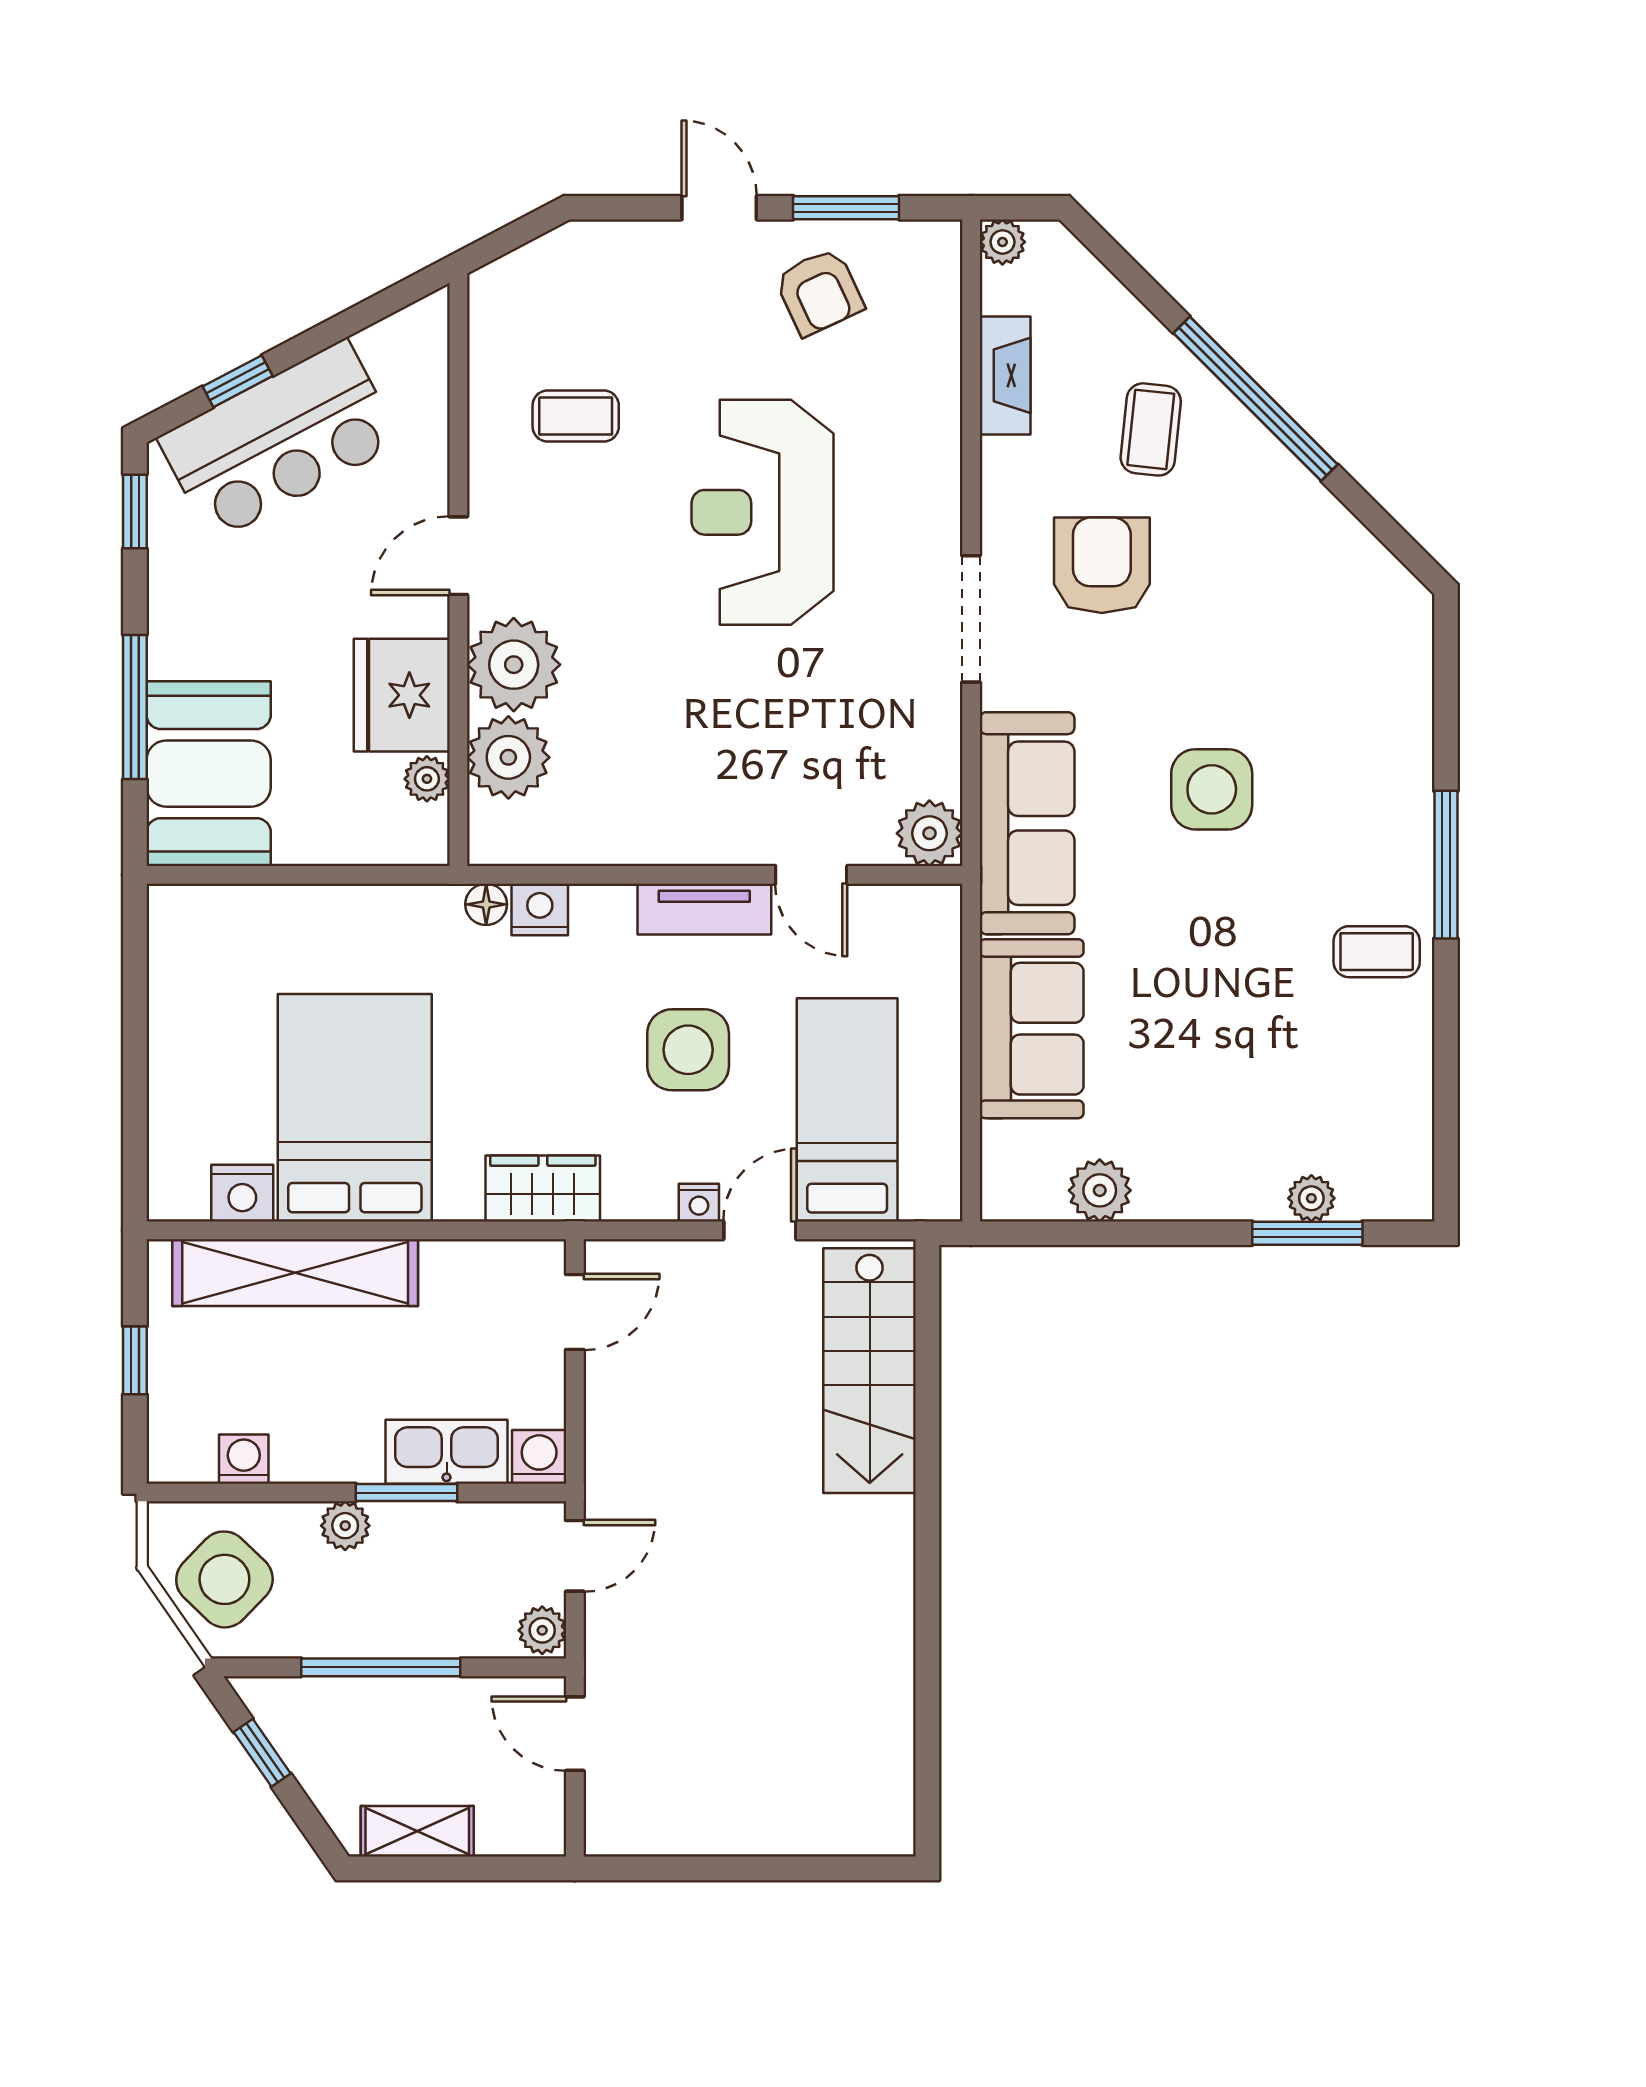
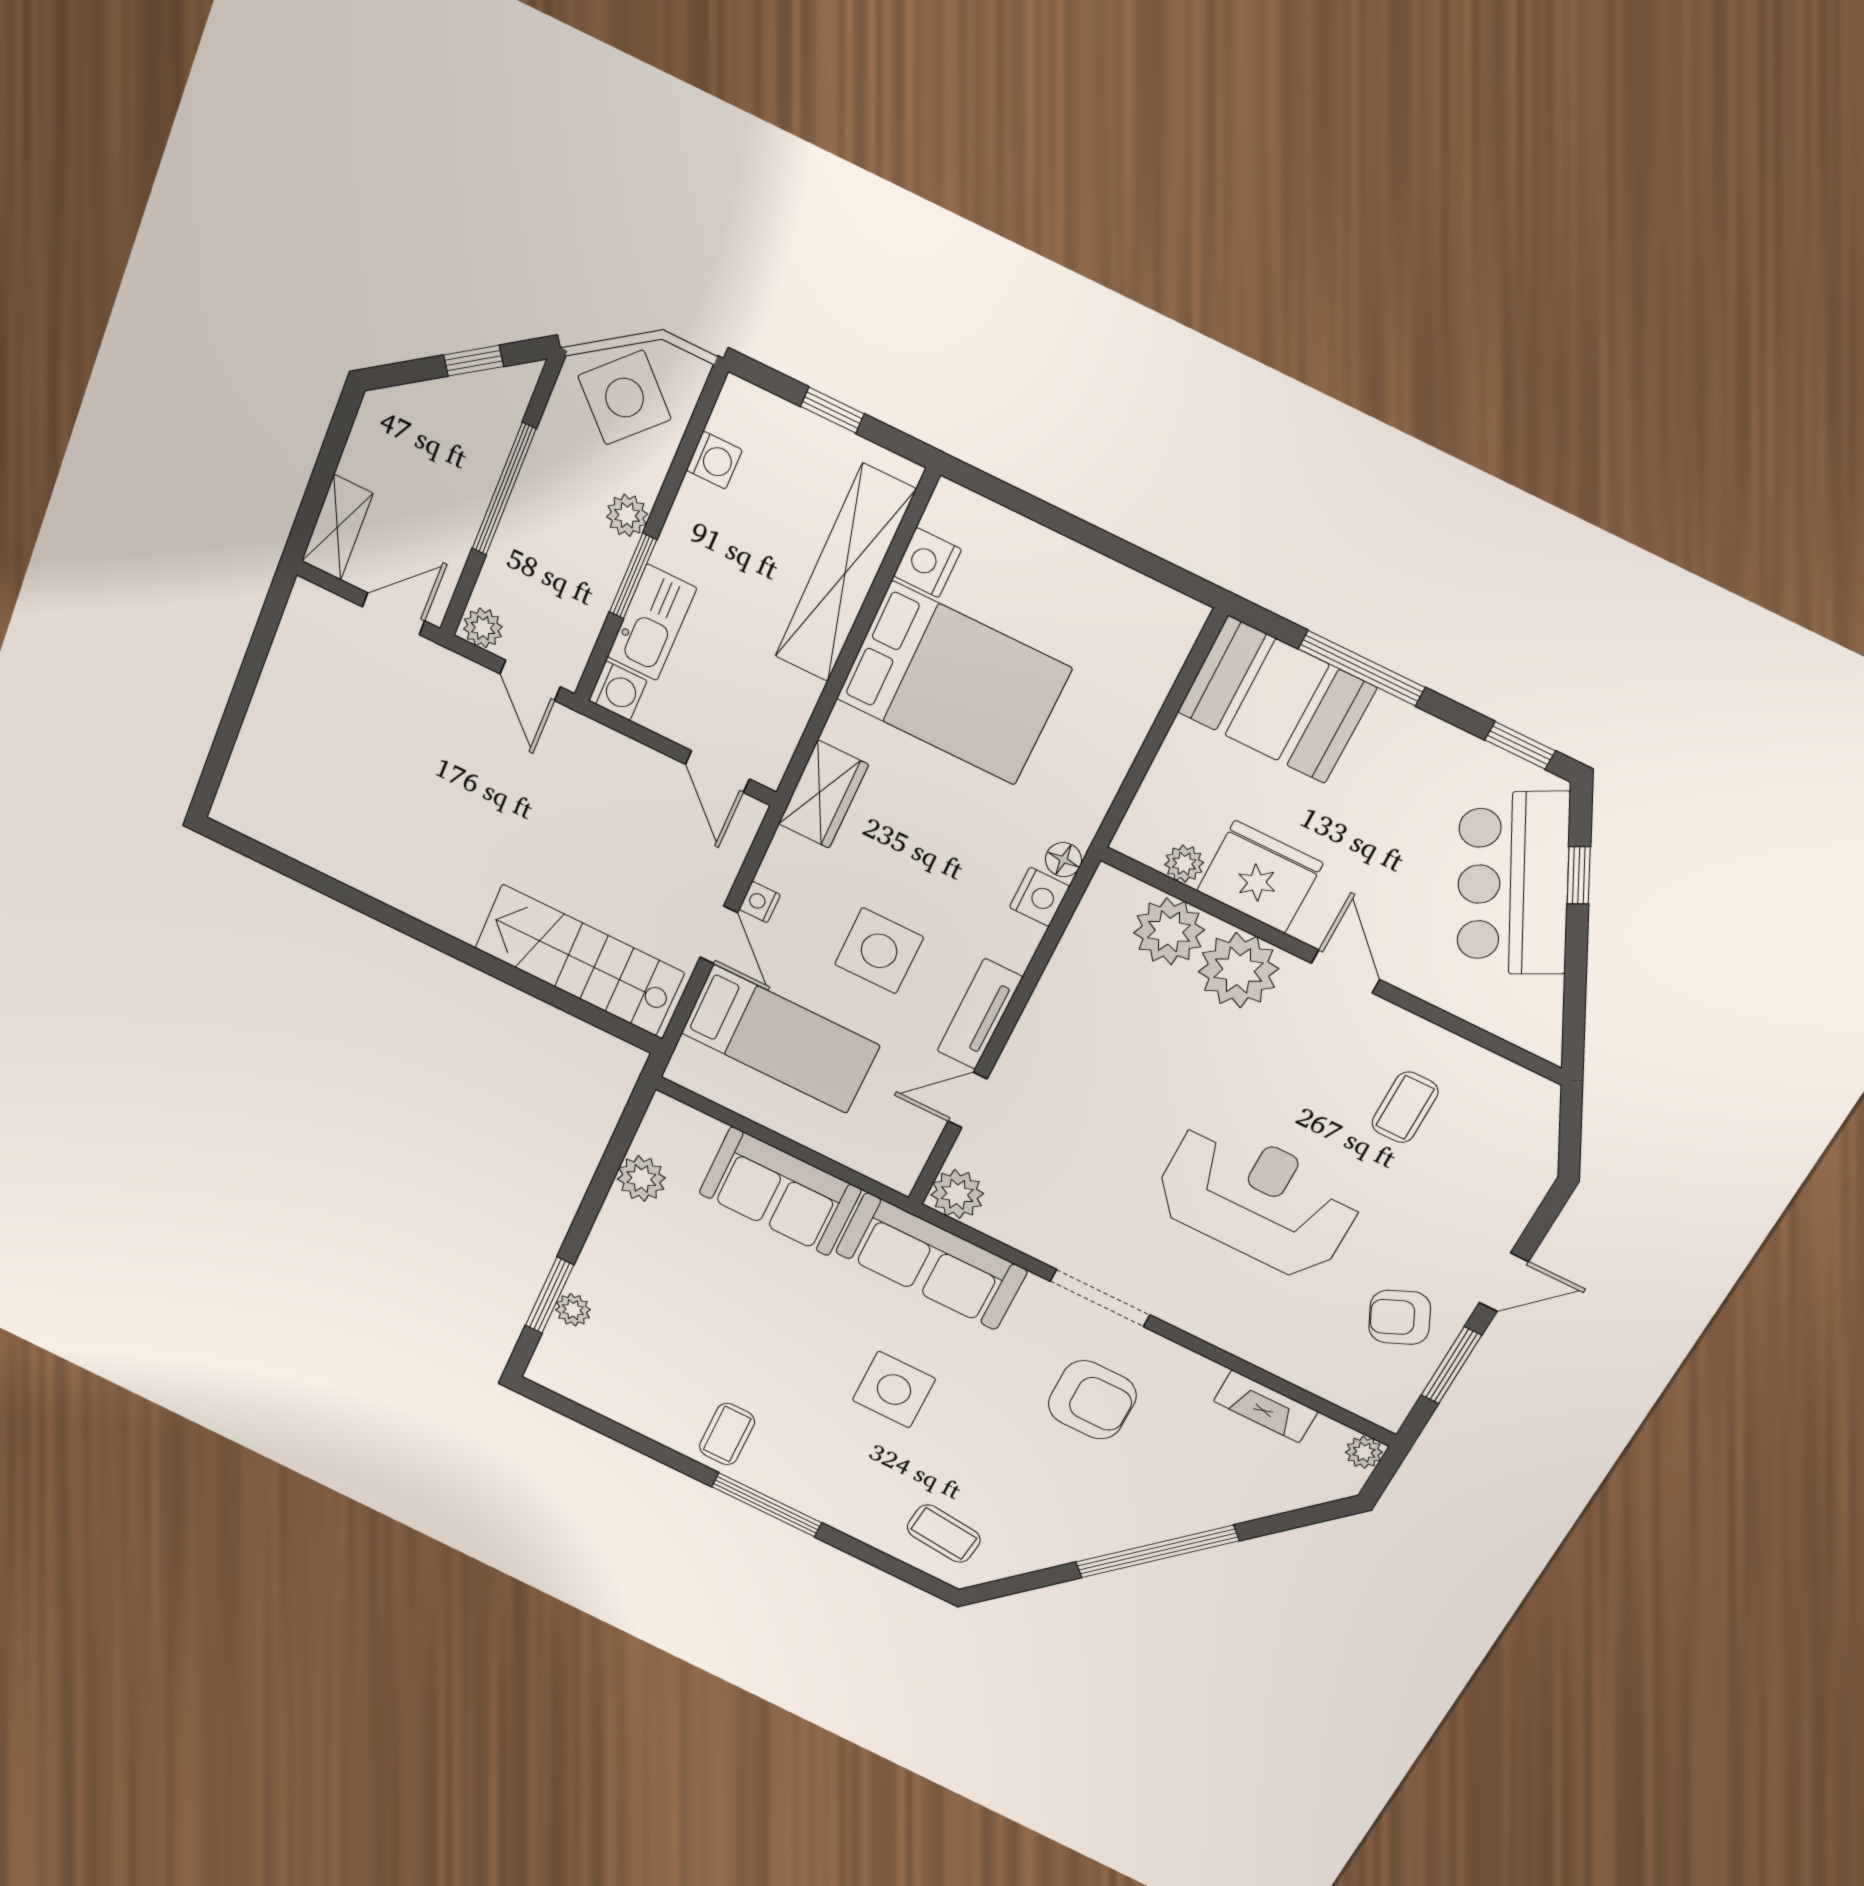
coffee table: (1151, 429) -> (944, 1534), moved
shelving: (417, 1831) -> (337, 527), moved

